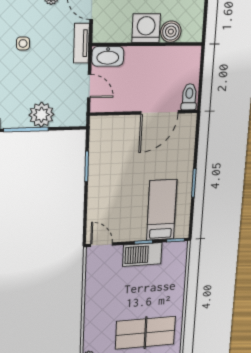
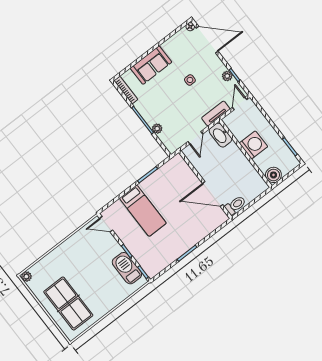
boiler: (171, 32) -> (273, 175), moved
plant: (41, 115) -> (157, 129), width x0.53, depth x0.53
bed: (162, 210) -> (143, 211), moved, turned 90
door: (102, 245) -> (106, 224), swing flipped
barbecue: (142, 254) -> (127, 268), moved

